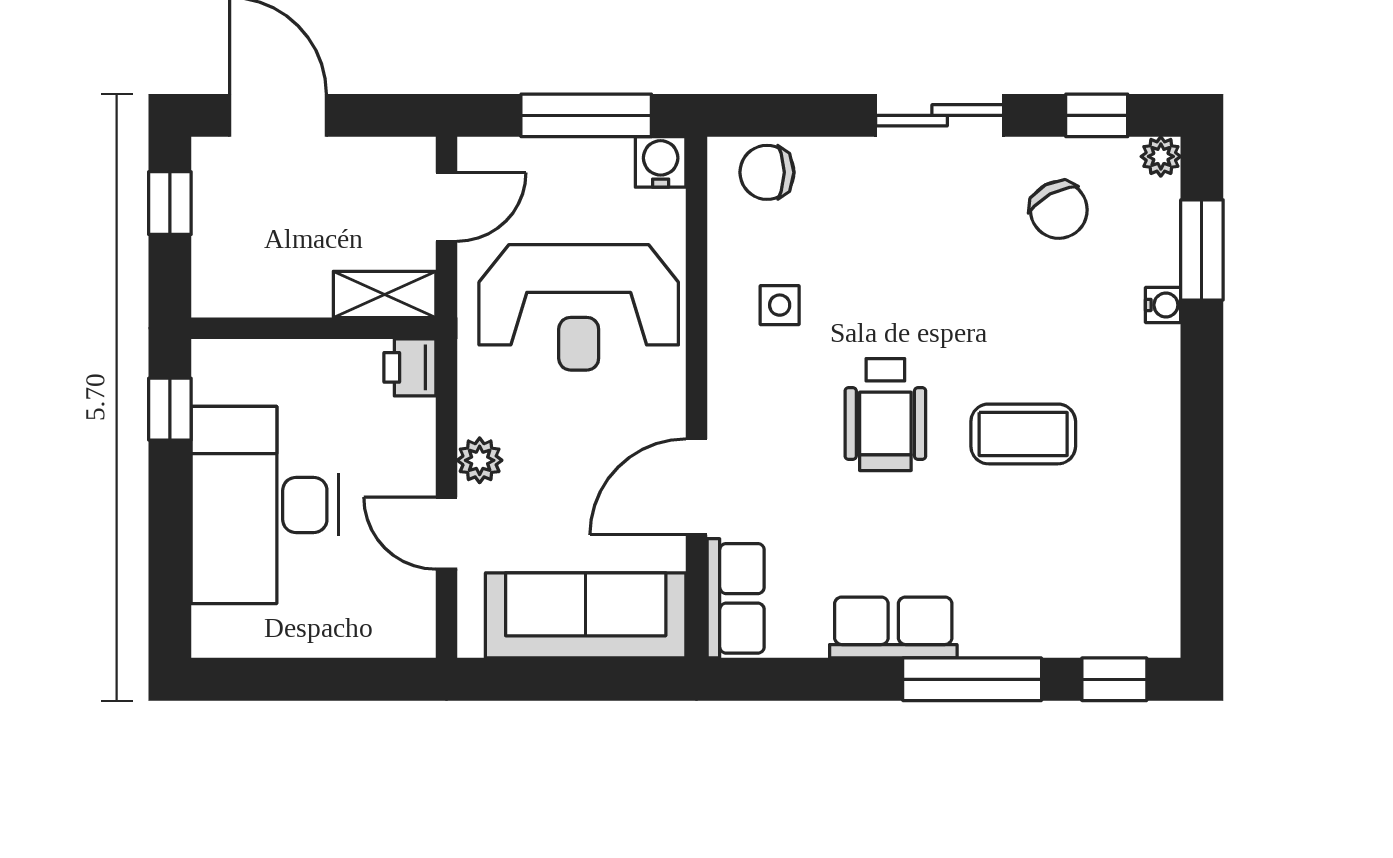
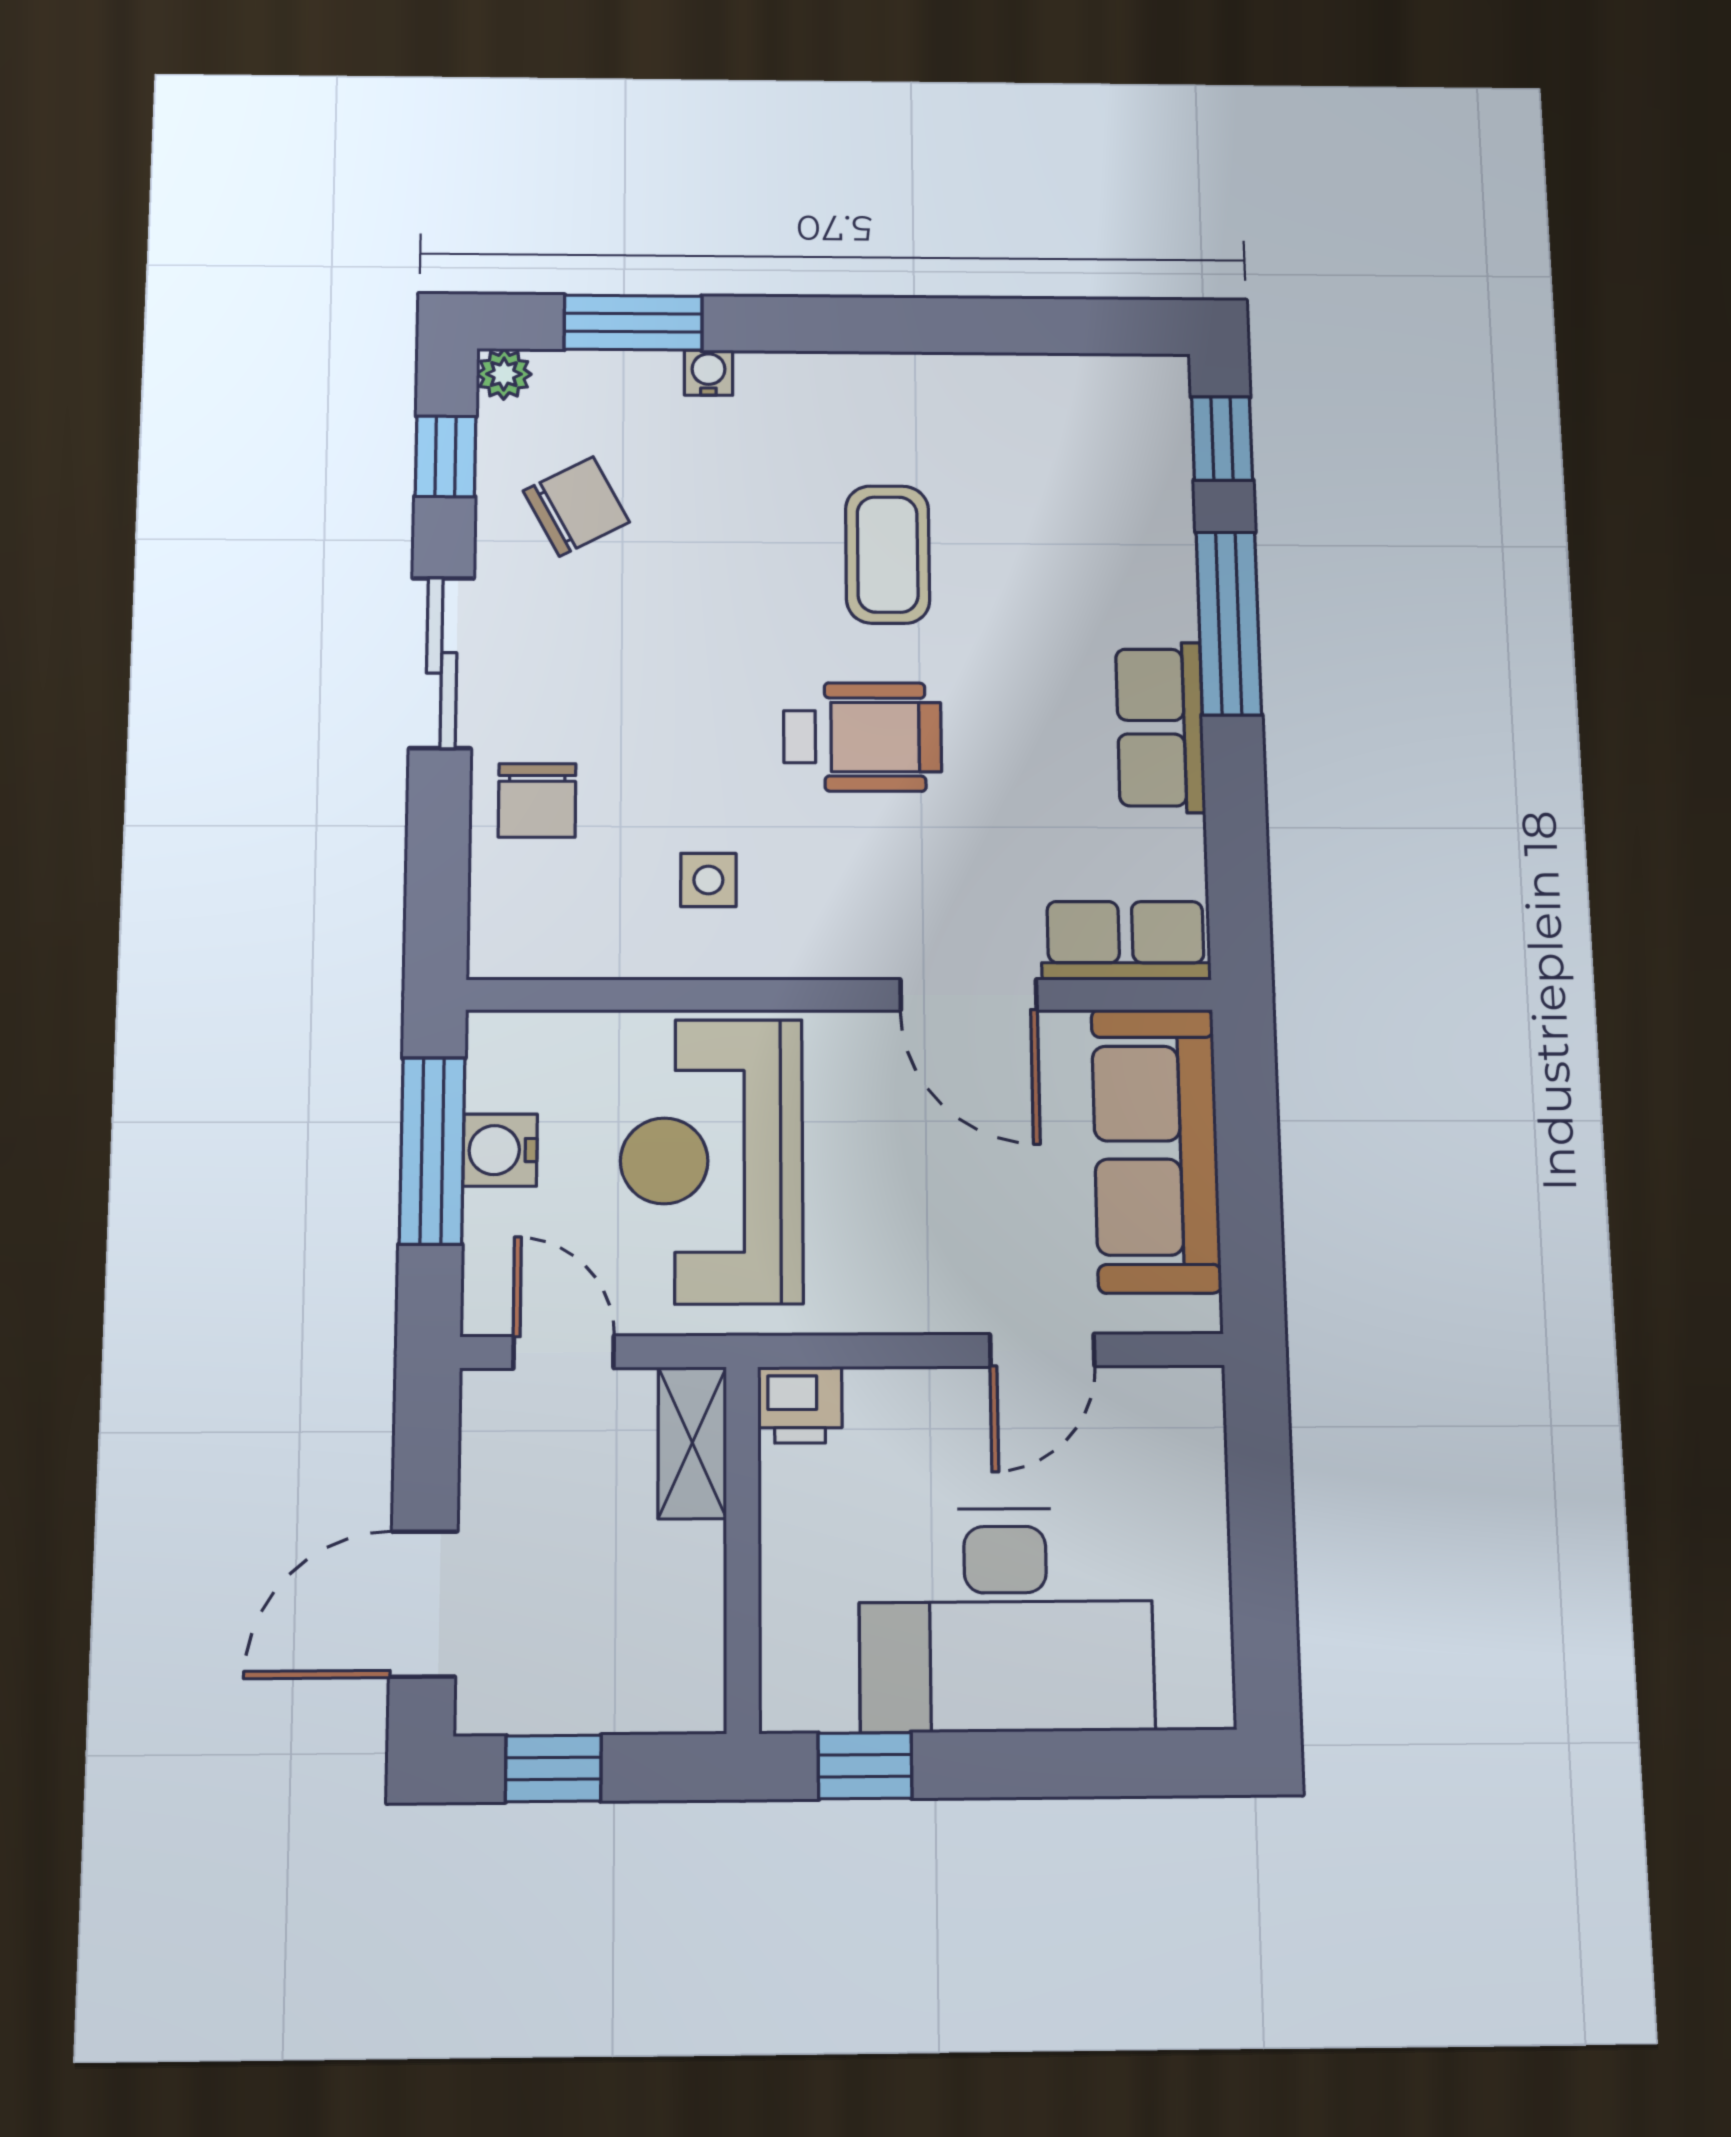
water cooler: (661, 162) -> (500, 1150), moved
chair: (767, 172) -> (537, 800), moved
reception desk: (579, 307) -> (711, 1161), turned 180
plant: (480, 460) -> (935, 1303), removed

